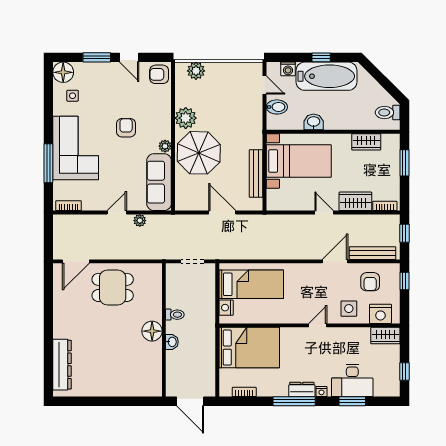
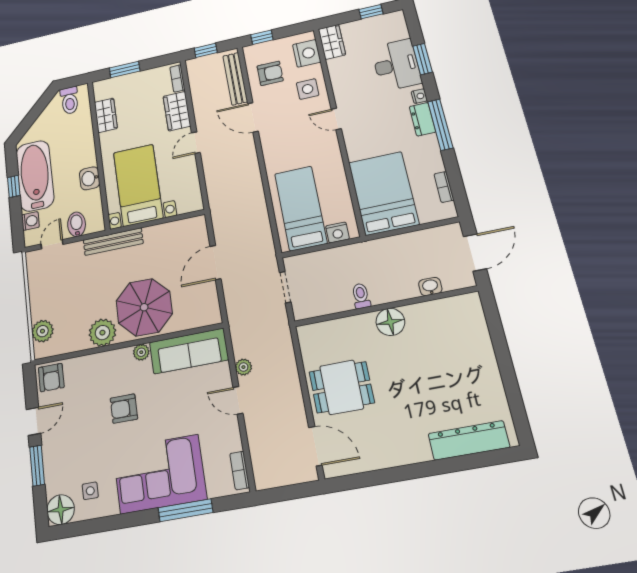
bench: (256, 174) -> (113, 242), moved
dining table: (113, 287) -> (342, 387), turned 90
washbasin: (172, 342) -> (430, 287), moved

